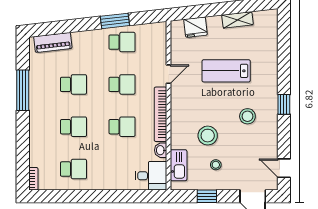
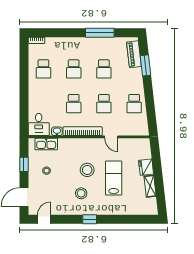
window: (115, 21) -> (145, 65), moved
fridge: (196, 27) -> (146, 167), moved
stool: (208, 136) -> (87, 170), moved

